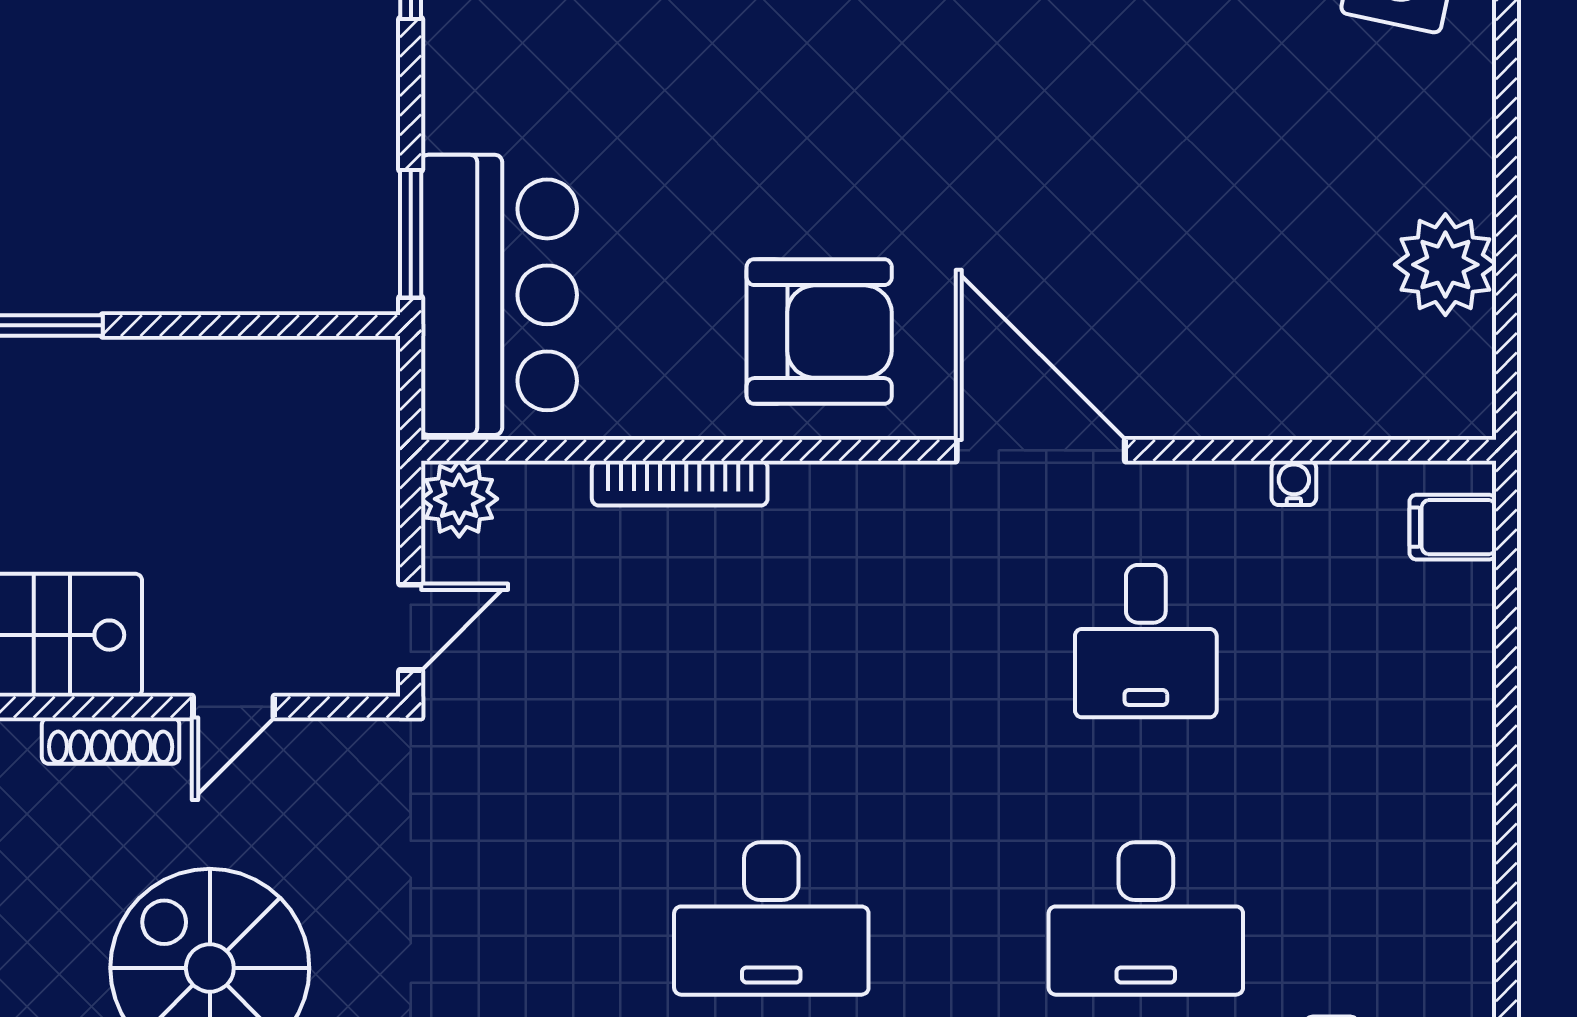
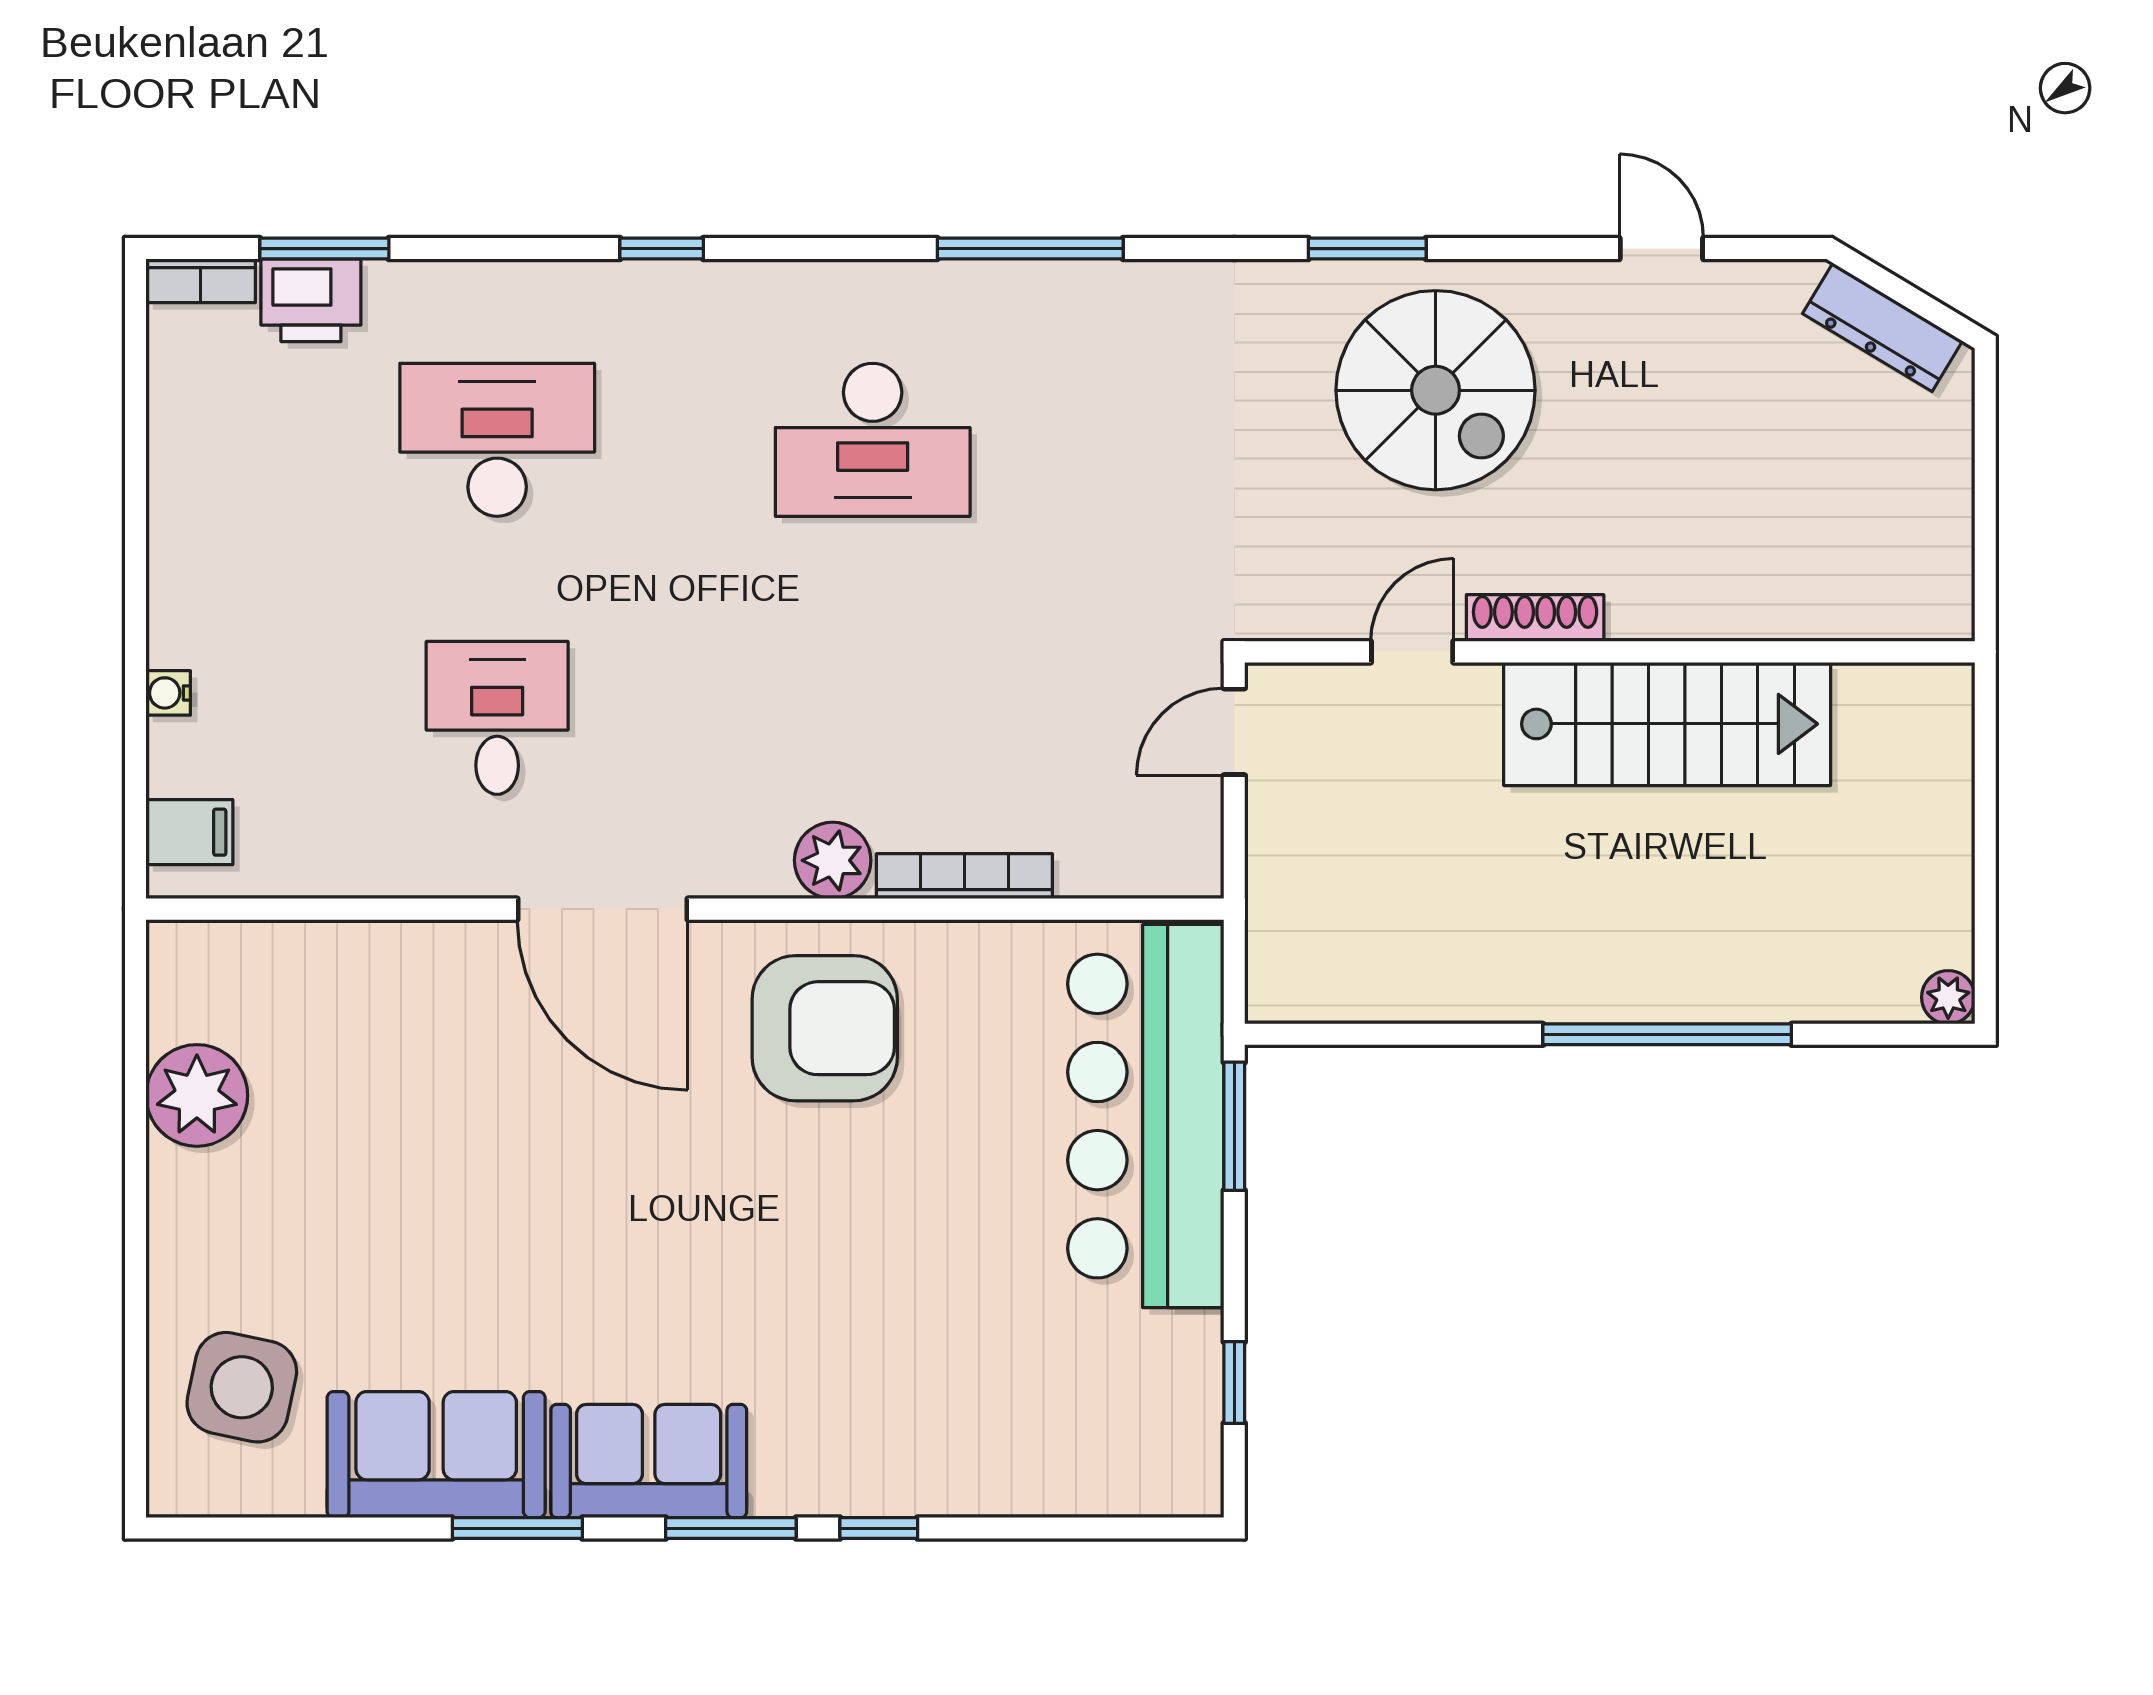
bar counter: (499, 295) -> (1146, 1116), width x1.36
armchair: (819, 332) -> (825, 1028), turned 180
water cooler: (1294, 483) -> (168, 693), moved, turned 90
plant: (459, 499) -> (833, 860), moved
desk: (771, 918) -> (873, 440), turned 180

